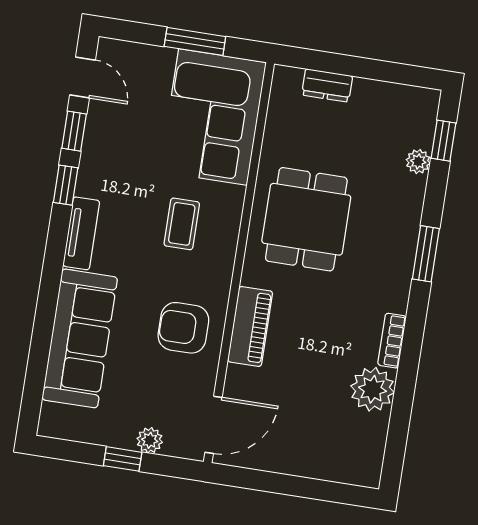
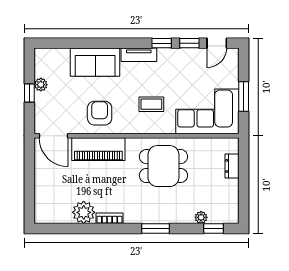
piano: (250, 326) -> (98, 149), width x1.37, depth x1.33
sofa: (80, 338) -> (95, 62), width x0.73
plant: (150, 440) -> (41, 85), moved

